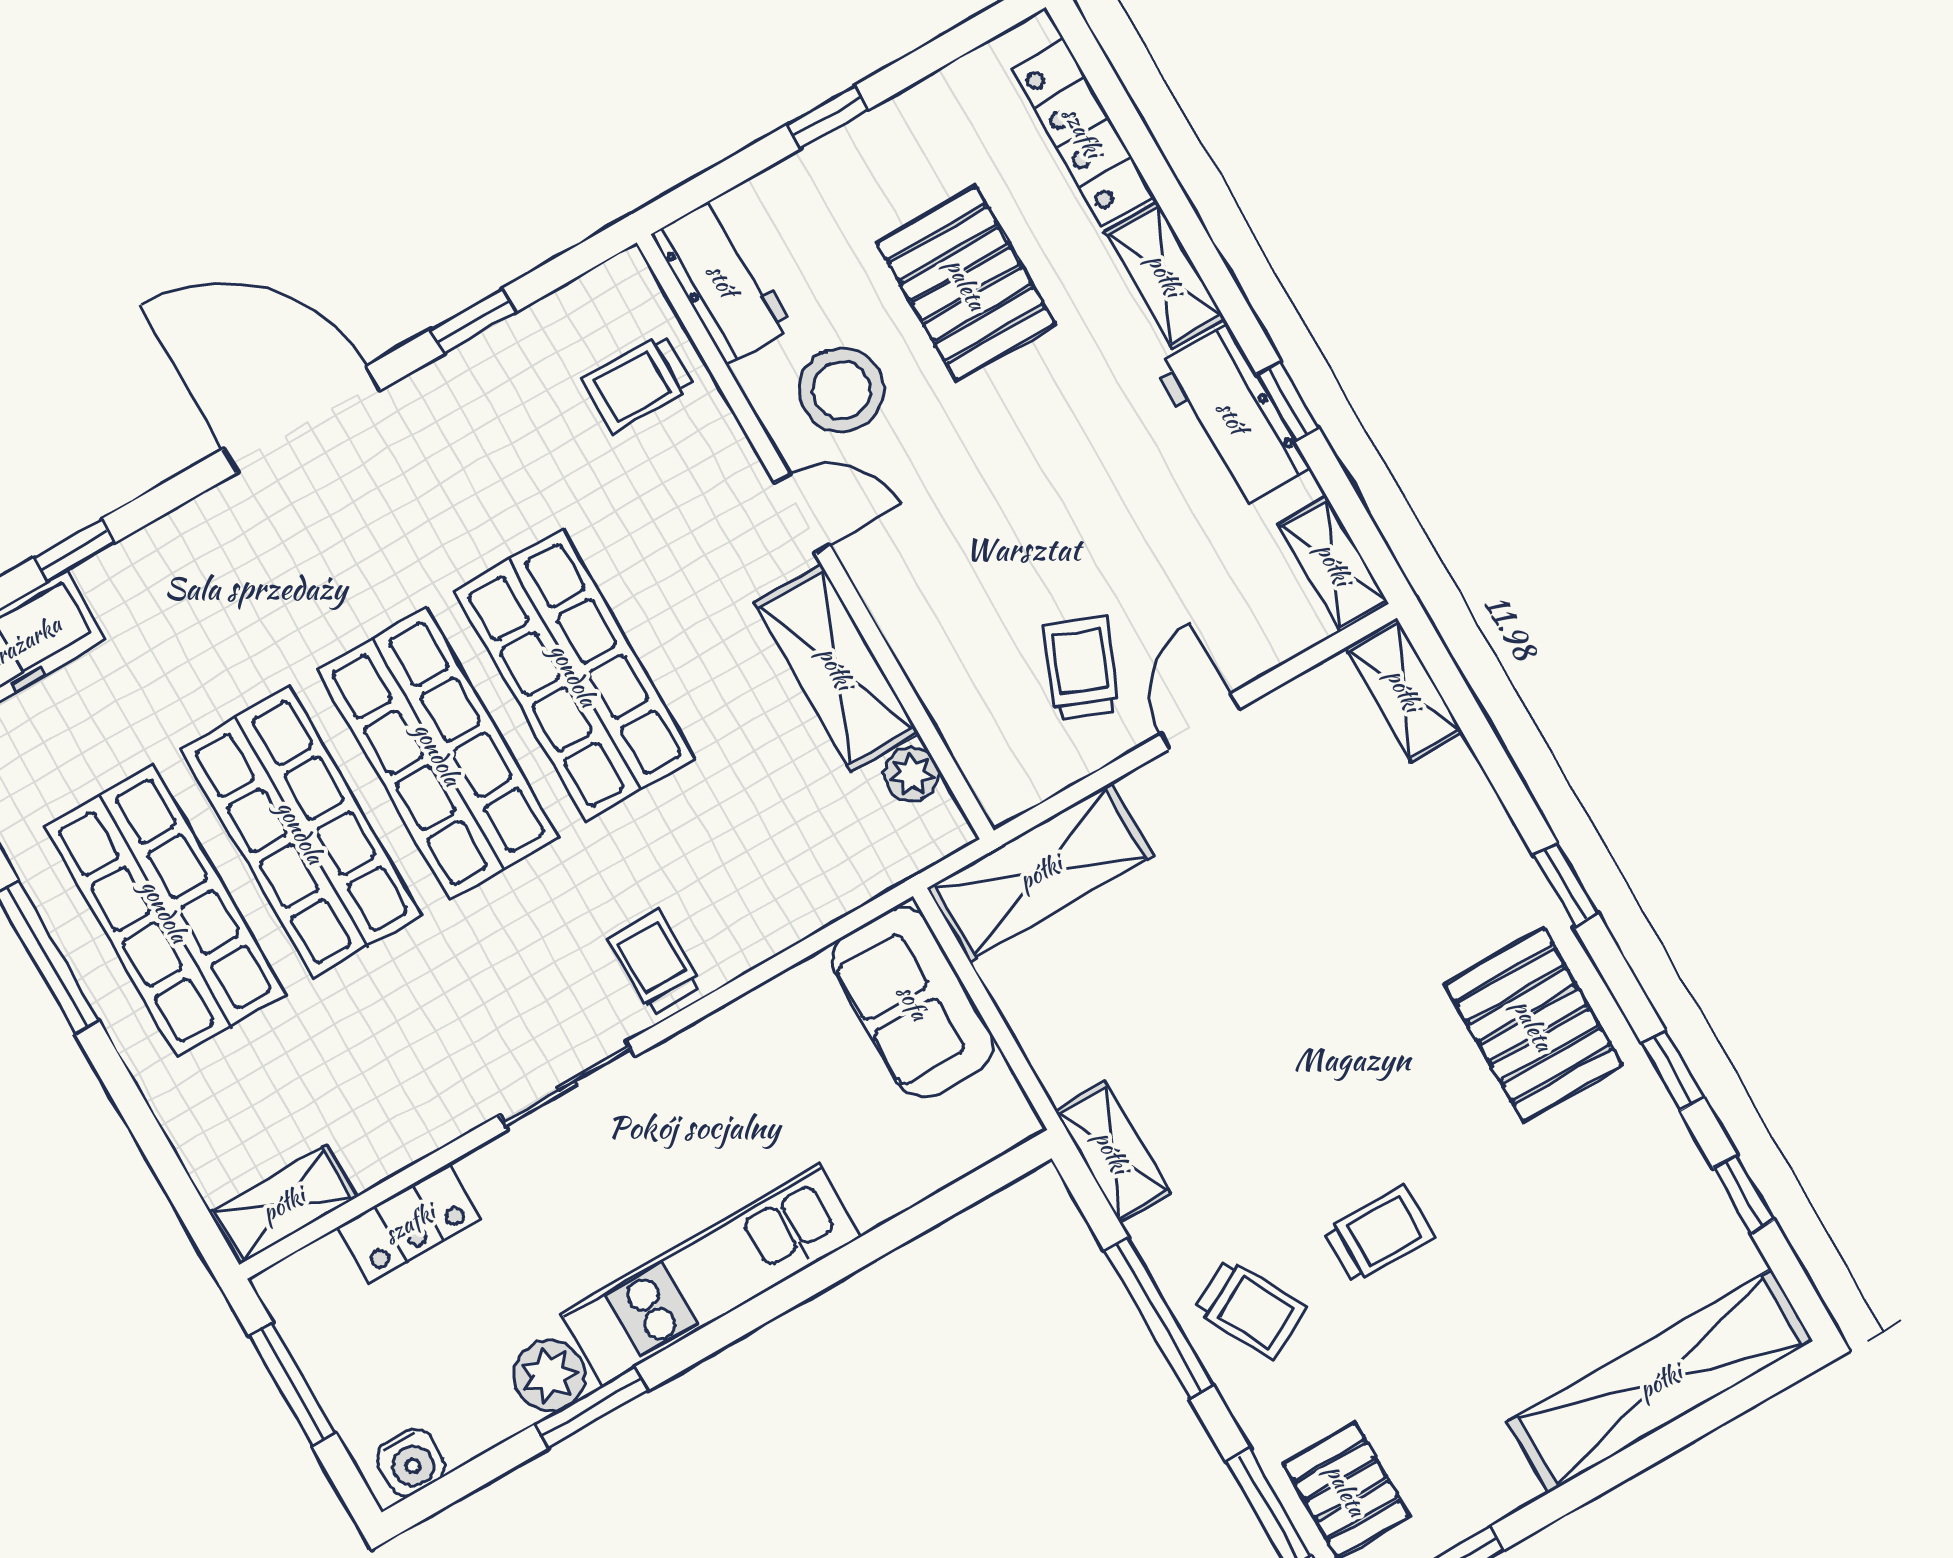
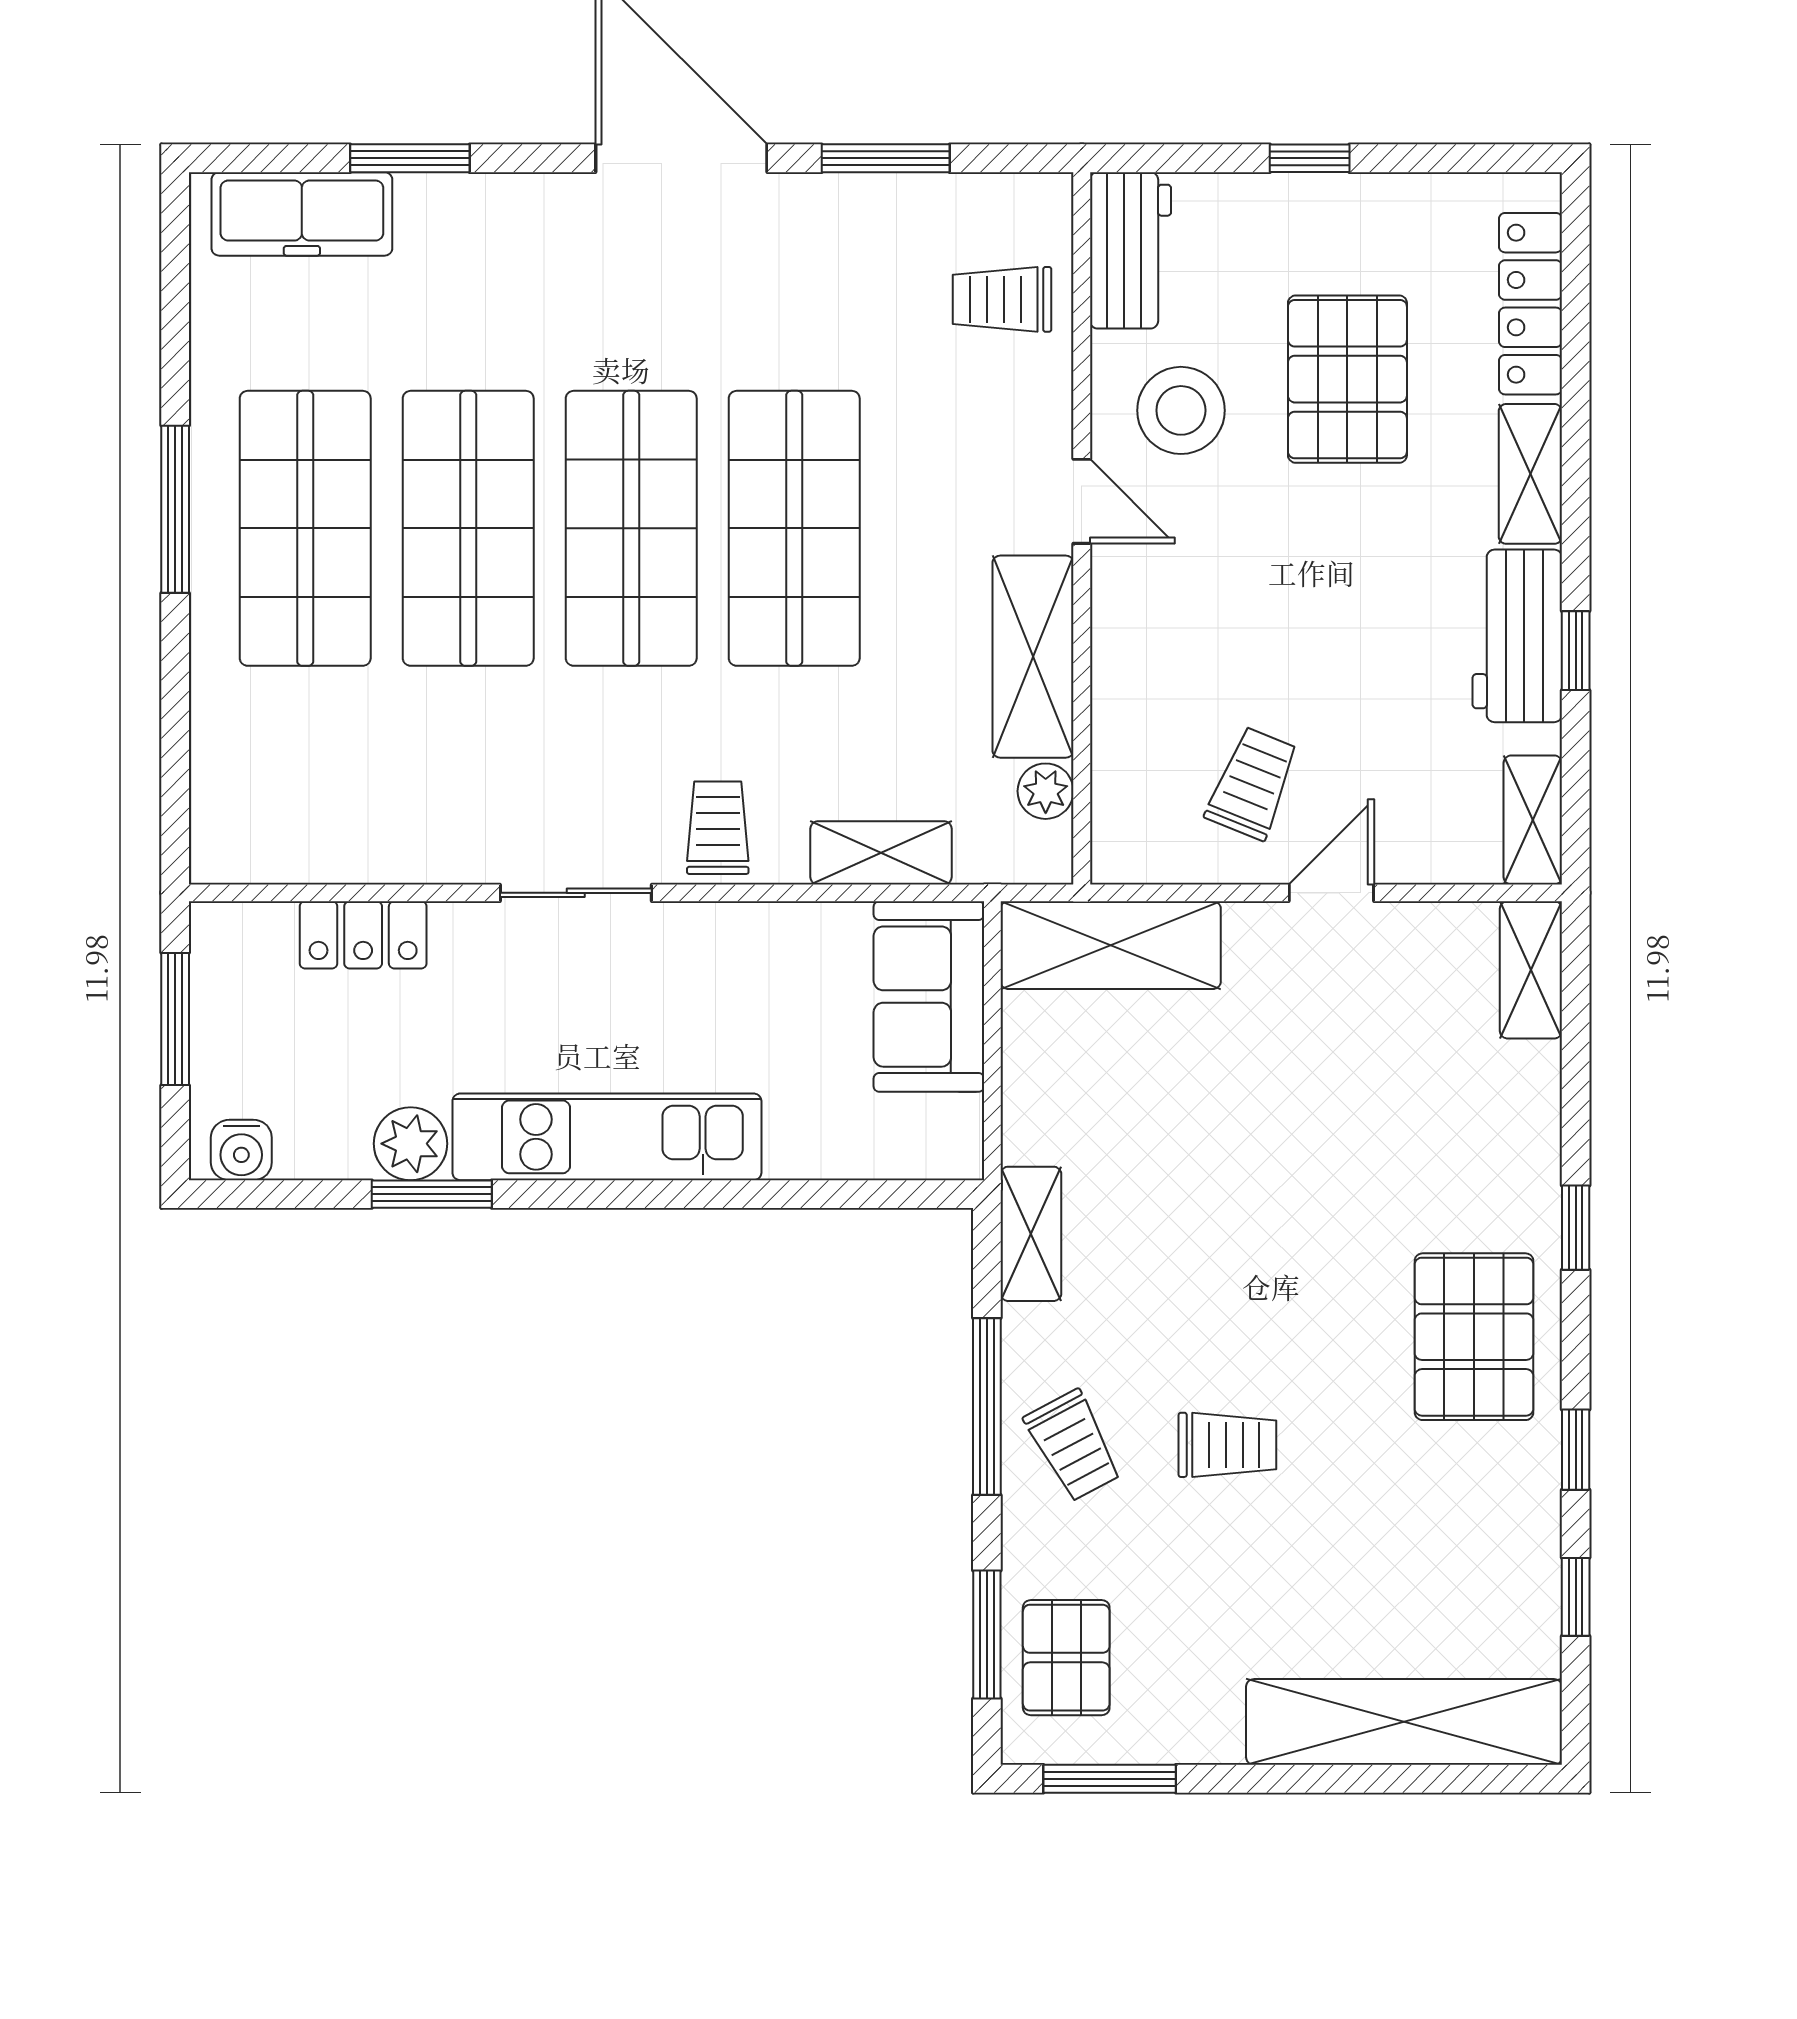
window: (473, 321) -> (886, 158), width x1.50
window: (74, 550) -> (410, 158), width x1.50
shelving: (283, 1204) -> (881, 853), moved

